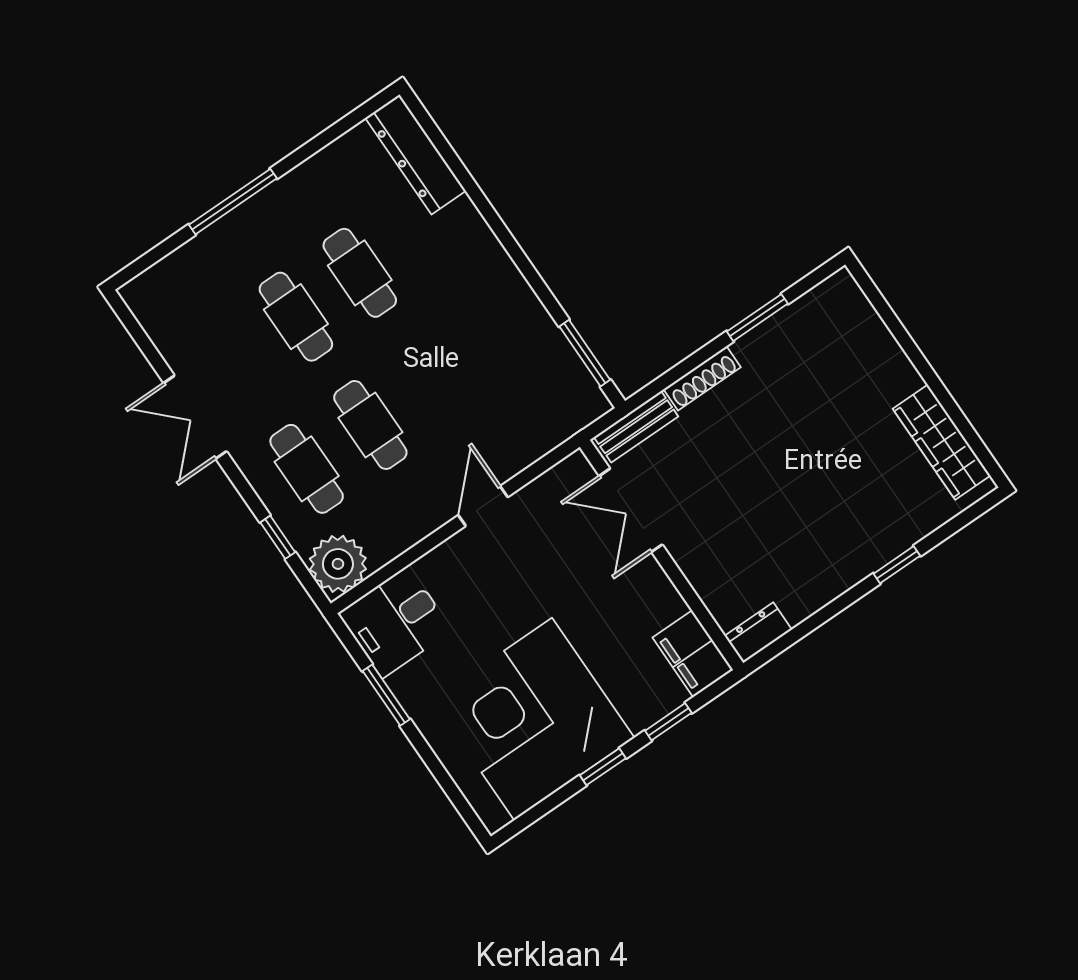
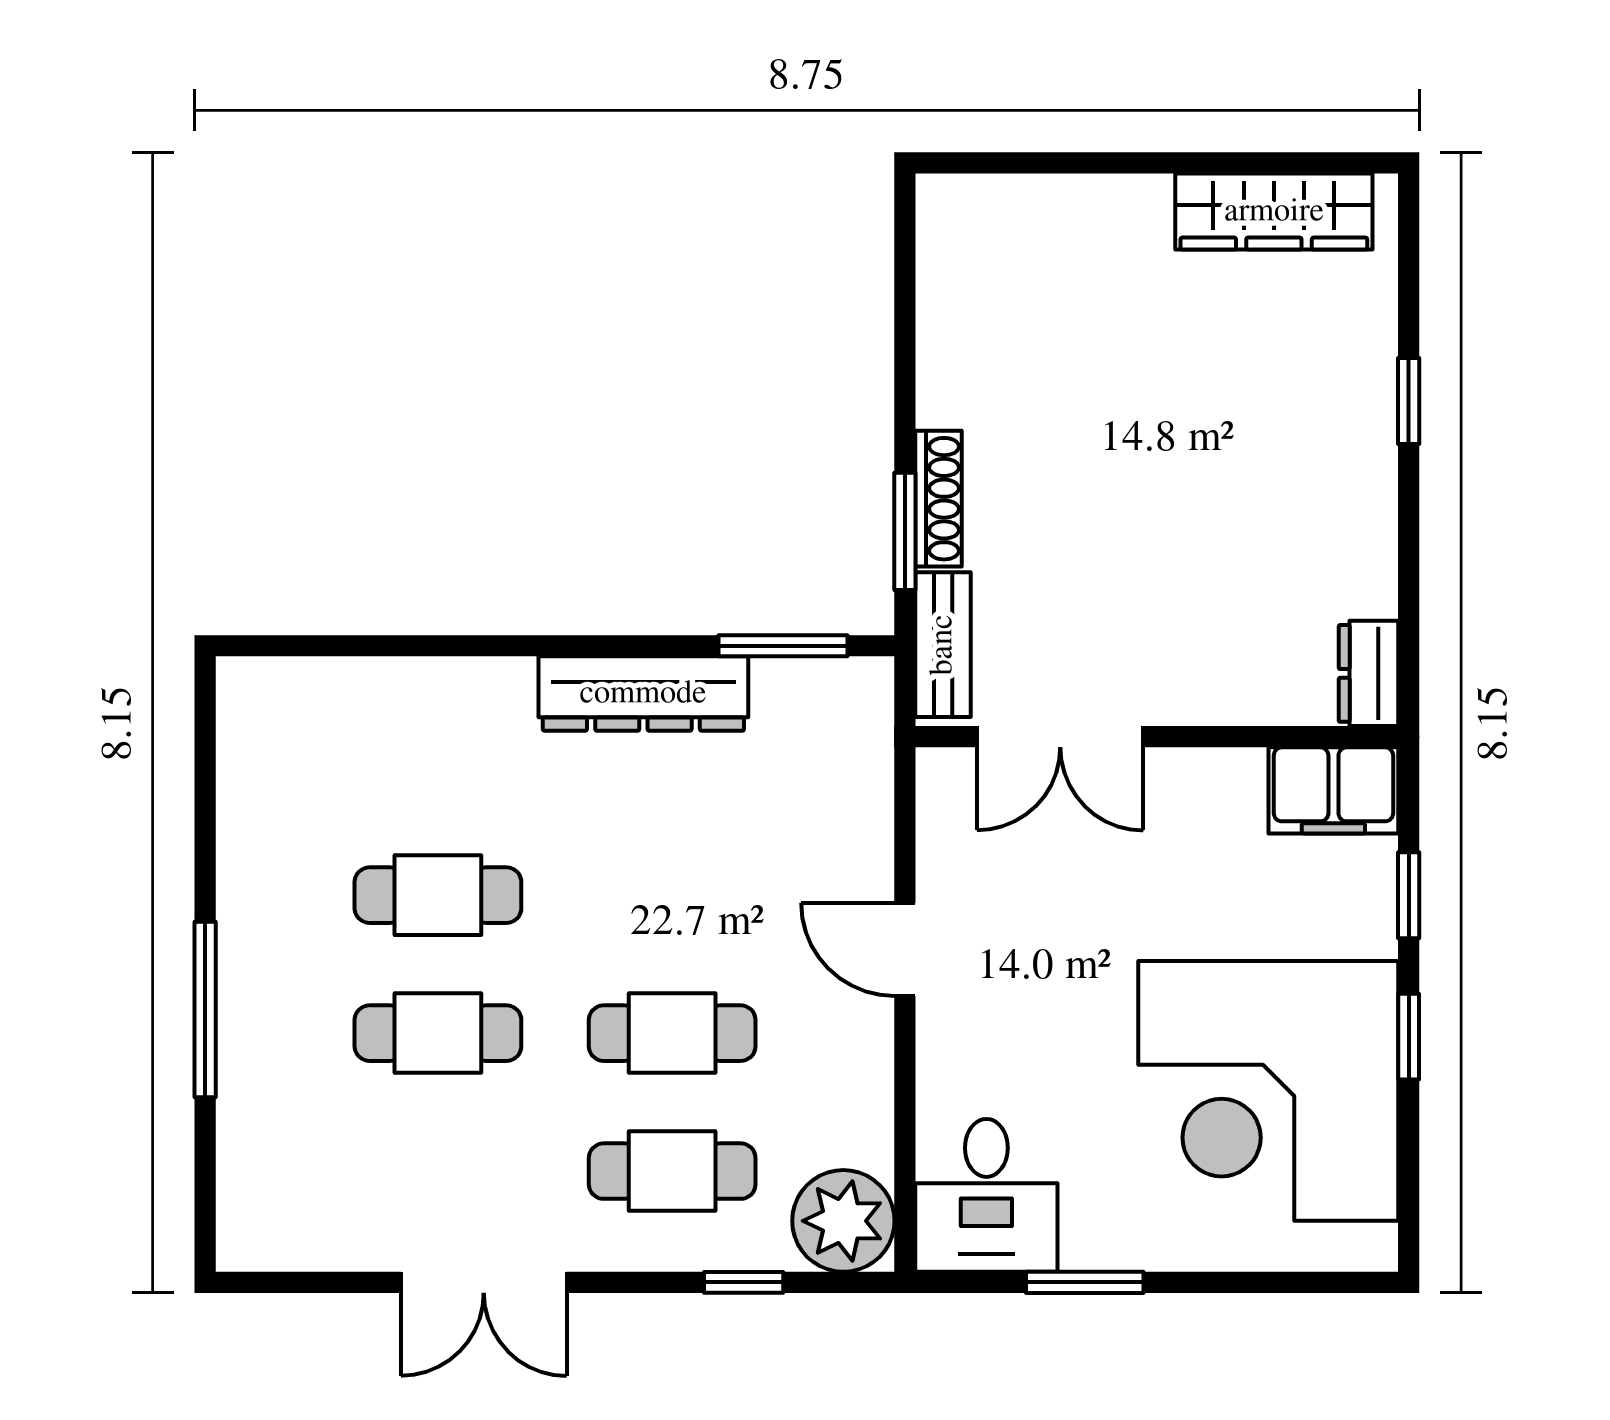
dresser: (416, 154) -> (643, 694), moved
window: (757, 318) -> (905, 531), moved

